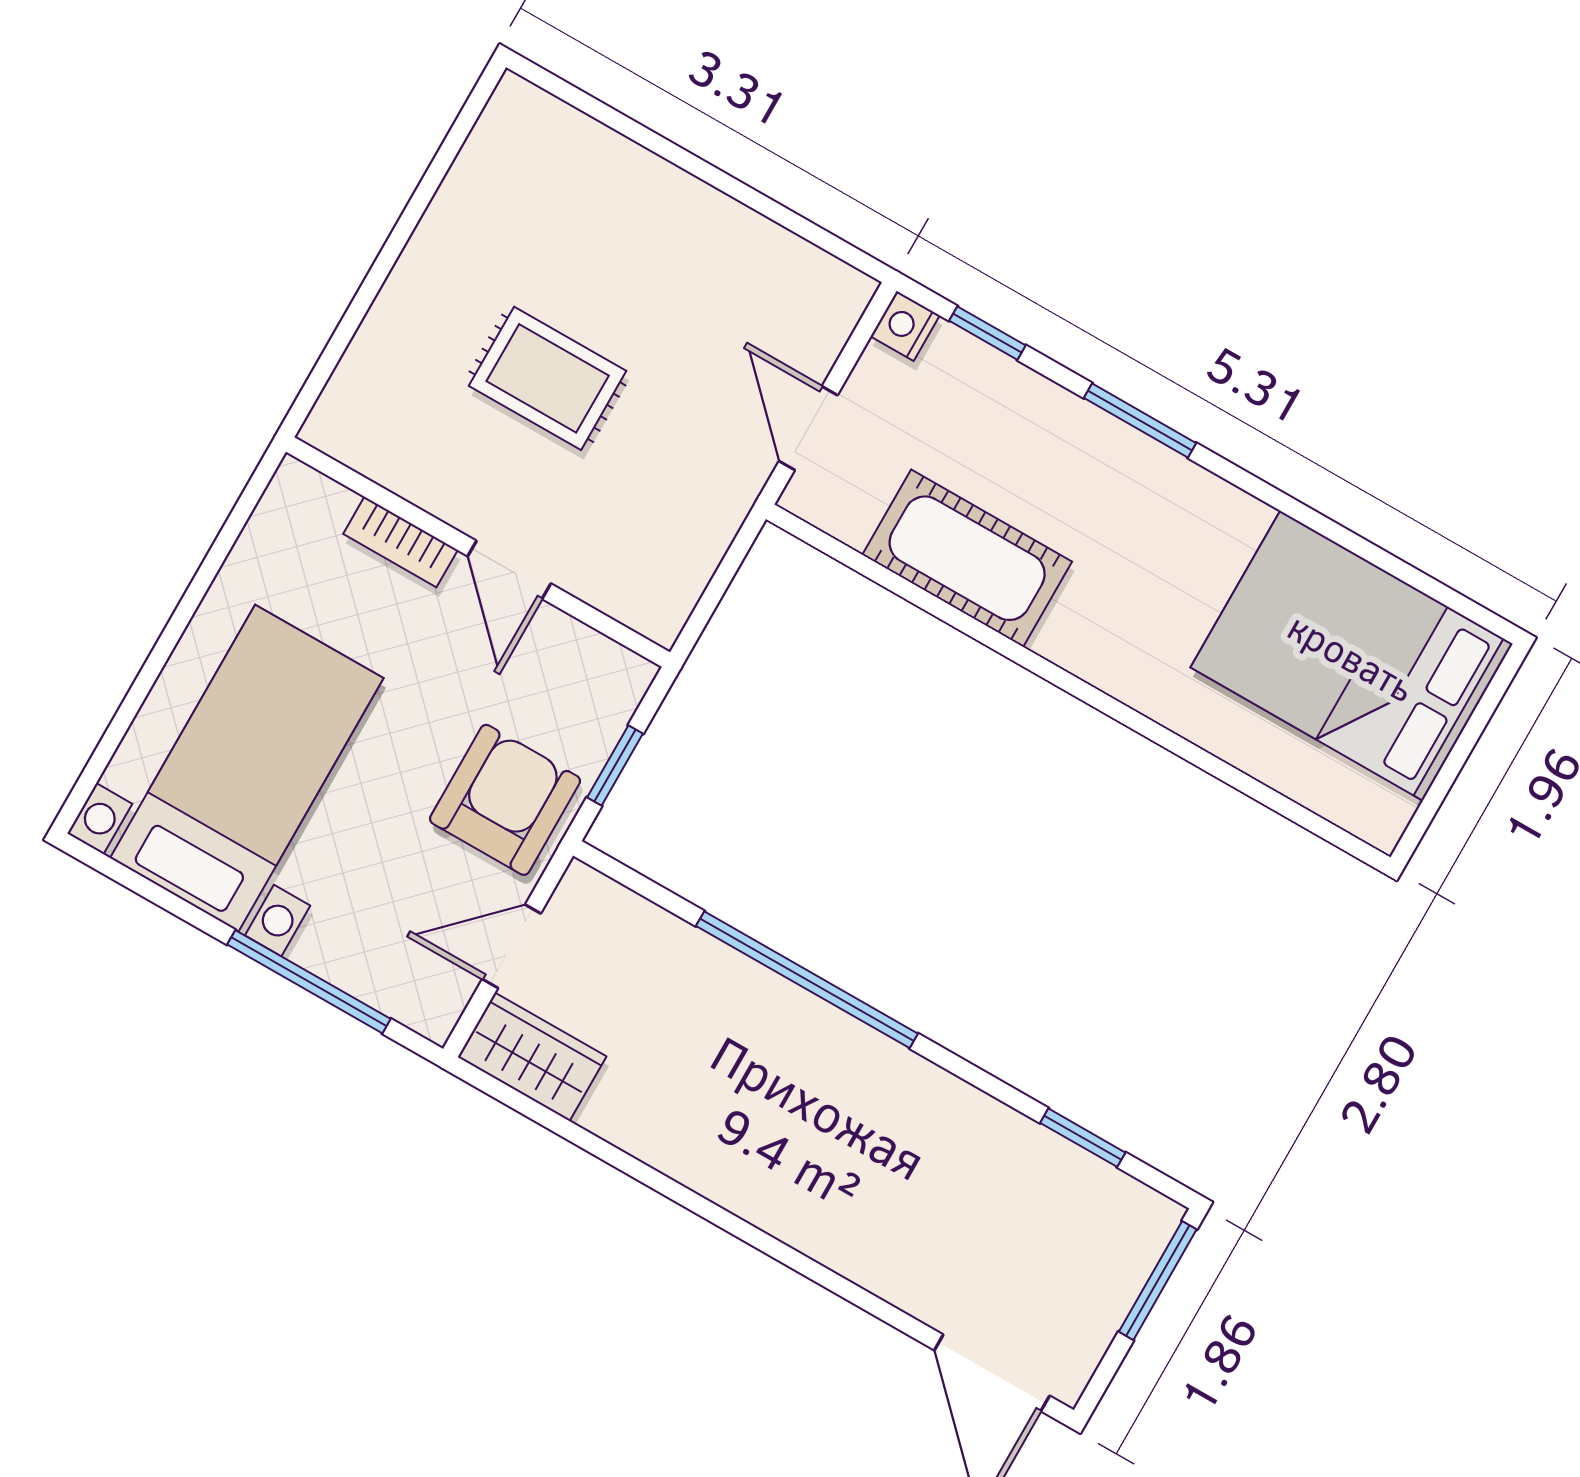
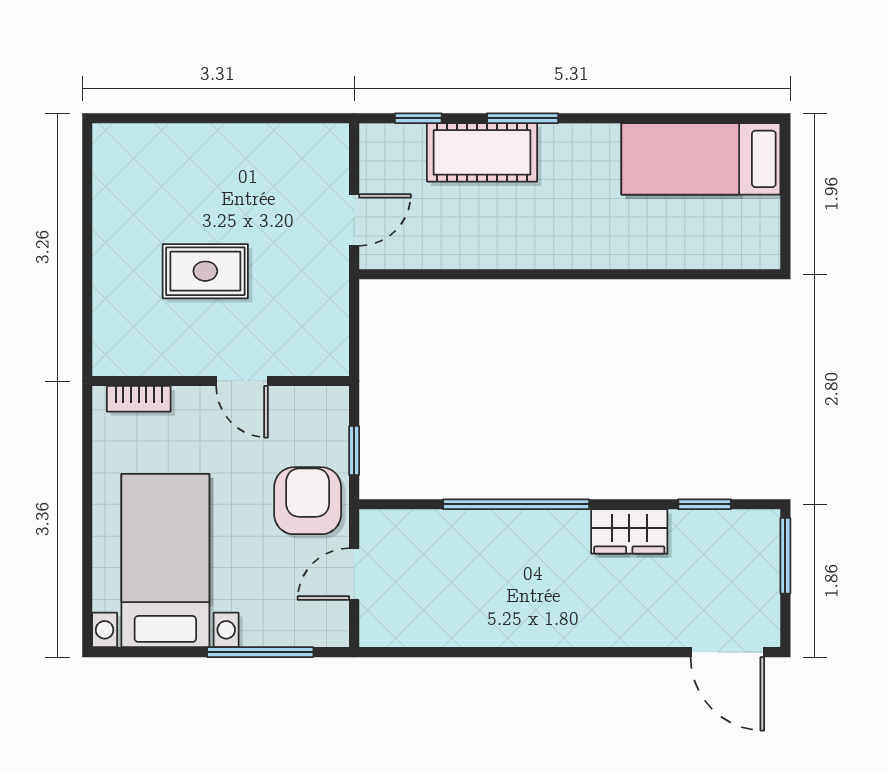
nightstand: (905, 326) -> (374, 139), removed
door: (808, 428) -> (354, 220), swing flipped
bookcase: (400, 542) -> (139, 399), moved
cot: (967, 558) -> (482, 152), moved
bed: (1352, 656) -> (701, 159), width x0.67
wardrobe: (532, 1057) -> (629, 531), moved, turned 180

